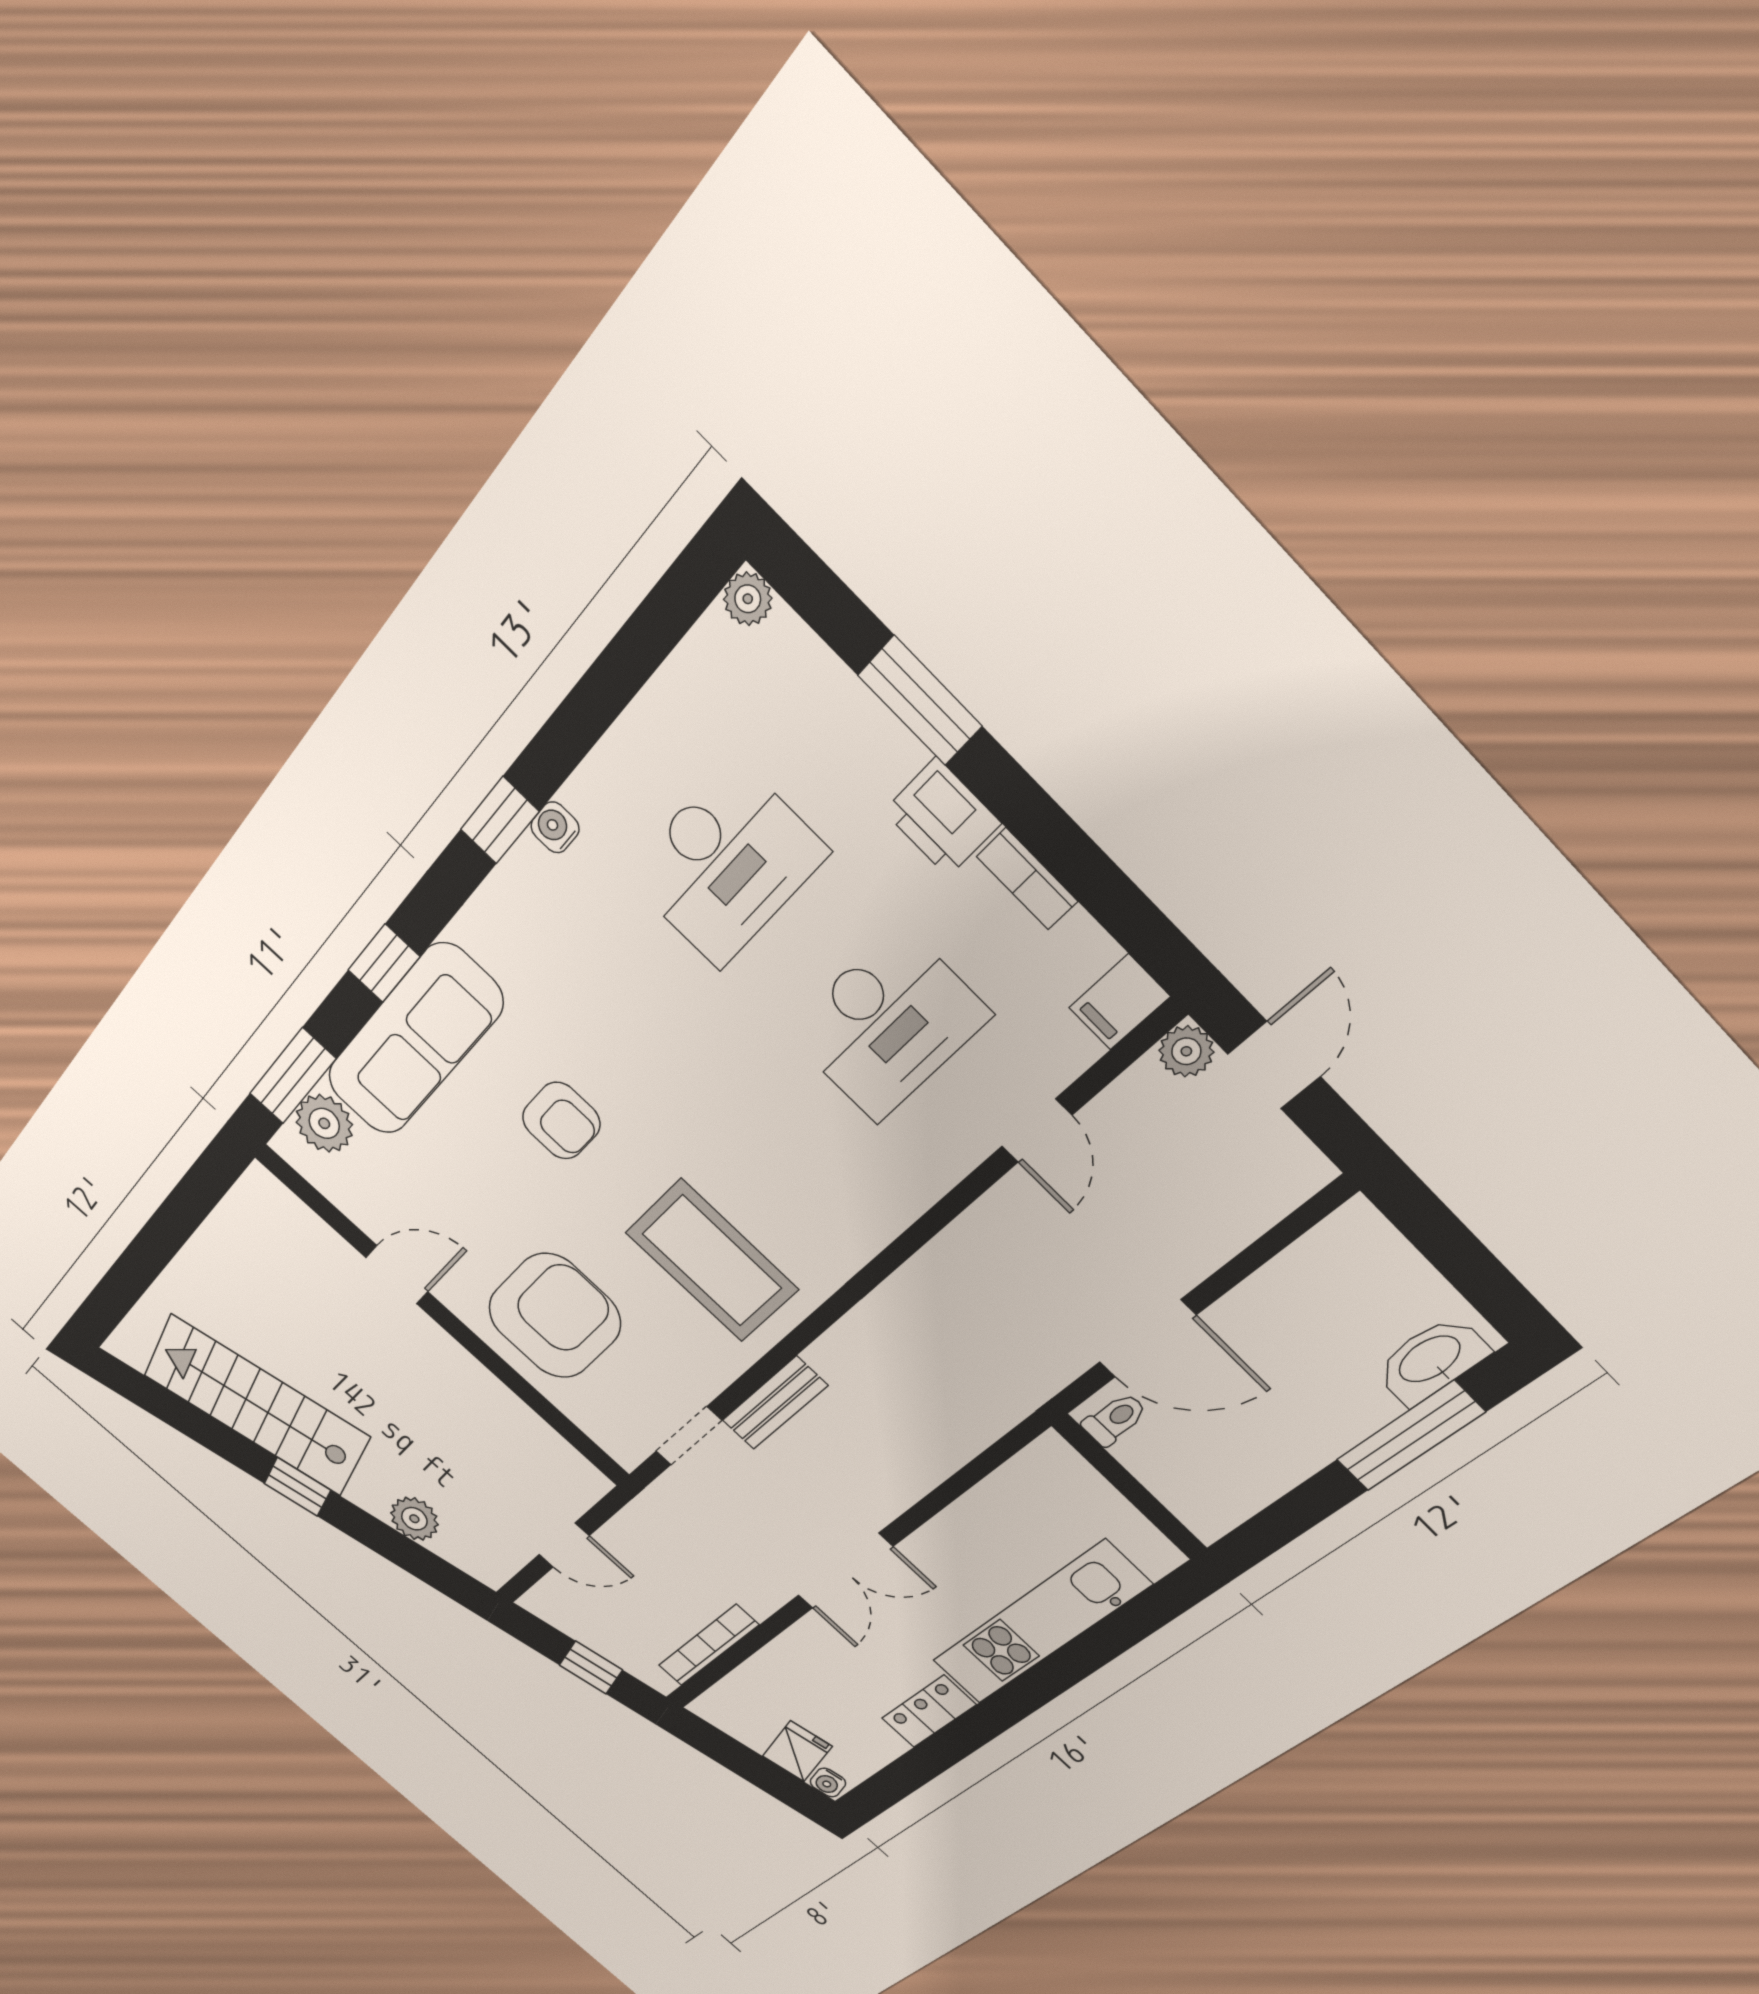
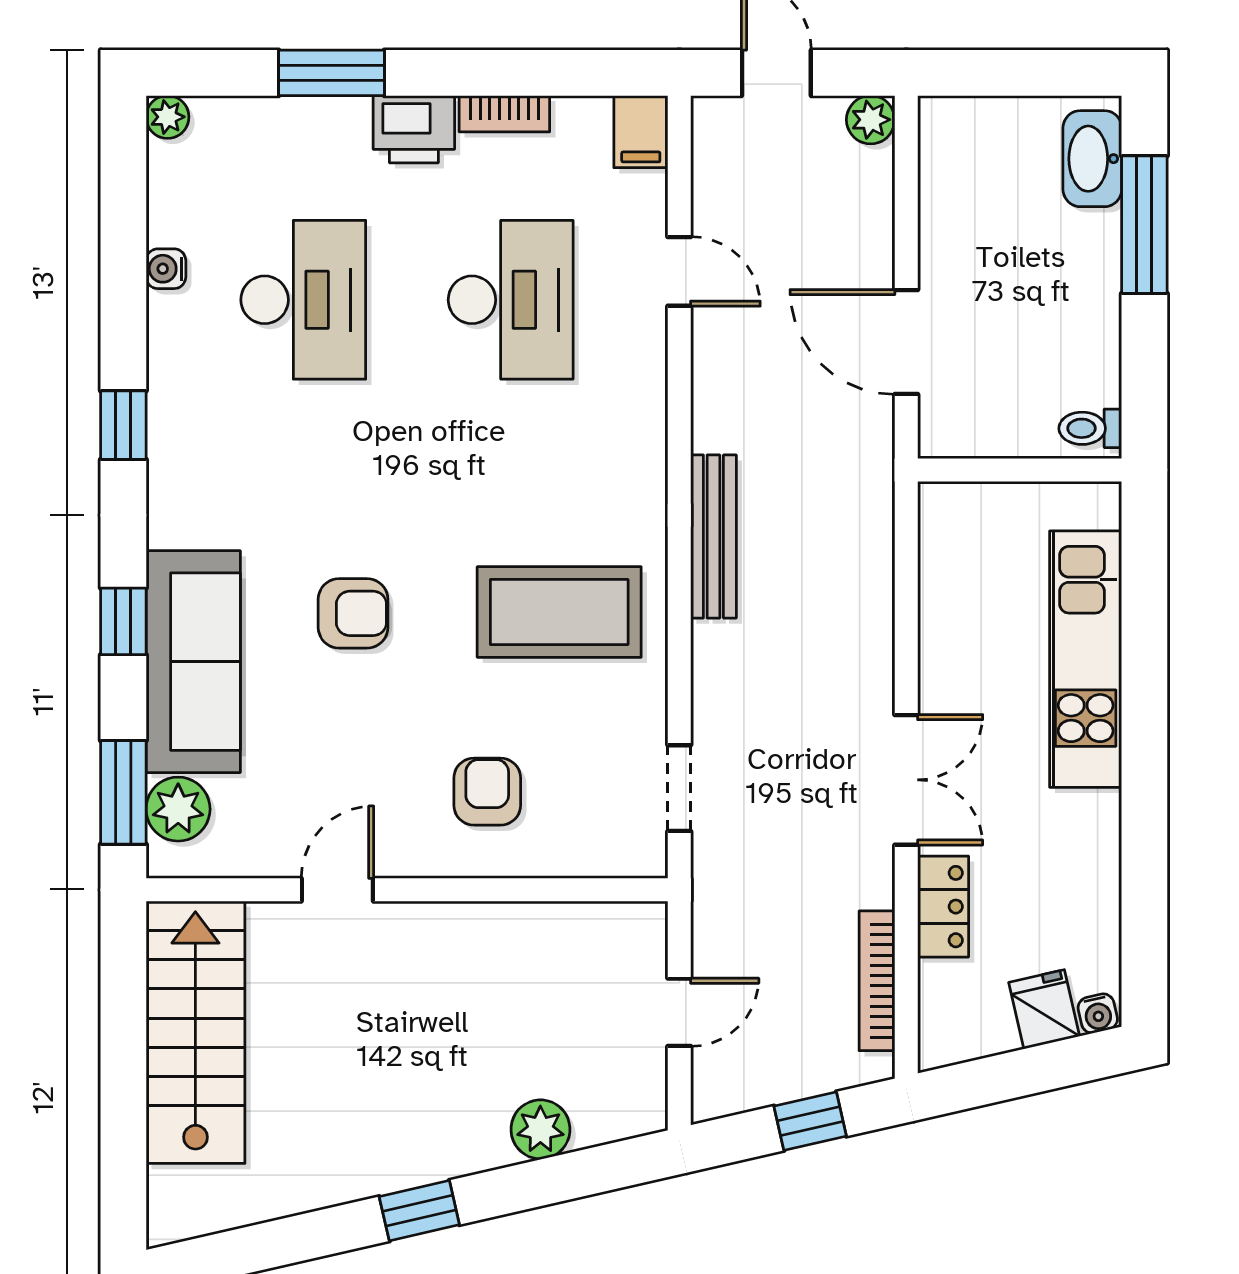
water cooler: (555, 827) -> (166, 269), moved
plant: (1186, 1051) -> (871, 120), moved
armchair: (554, 1316) -> (487, 792), width x0.53, depth x0.53
door: (1147, 1339) -> (906, 342), swing flipped
bench: (775, 1403) -> (713, 536), moved, width x1.36
stairs: (257, 1406) -> (195, 1032), moved, turned 103
toilet: (1115, 1419) -> (1090, 428), moved, turned -90
locker: (929, 1711) -> (943, 907), moved, turned 180

